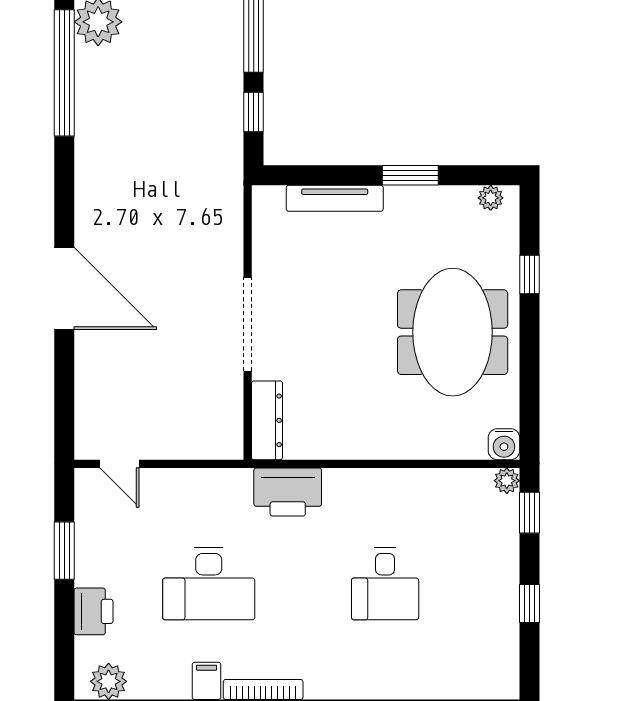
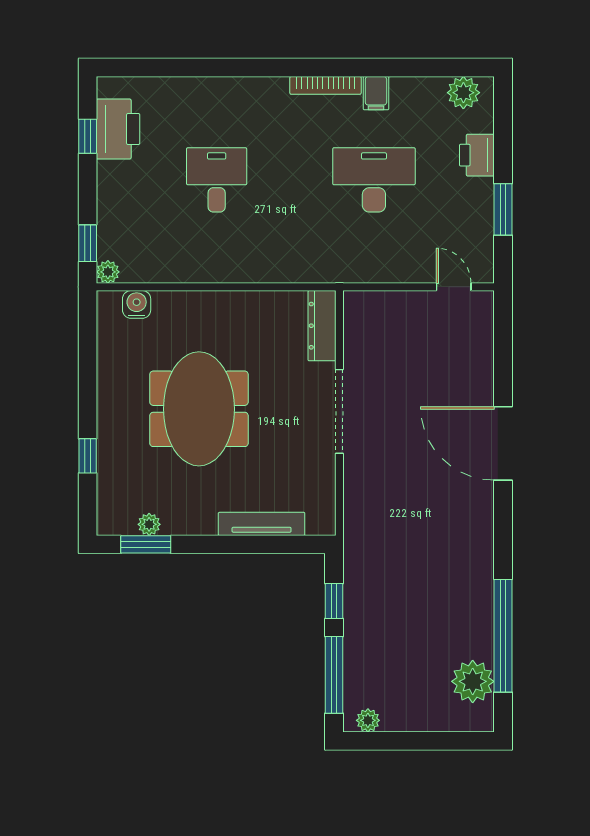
window: (410, 175) -> (146, 544), moved
plant: (491, 198) -> (149, 524), moved
meeting table: (453, 332) -> (199, 409), moved
water cooler: (504, 444) -> (137, 304), moved
printer: (288, 492) -> (118, 129), moved, turned 90
window: (530, 603) -> (88, 136), moved

